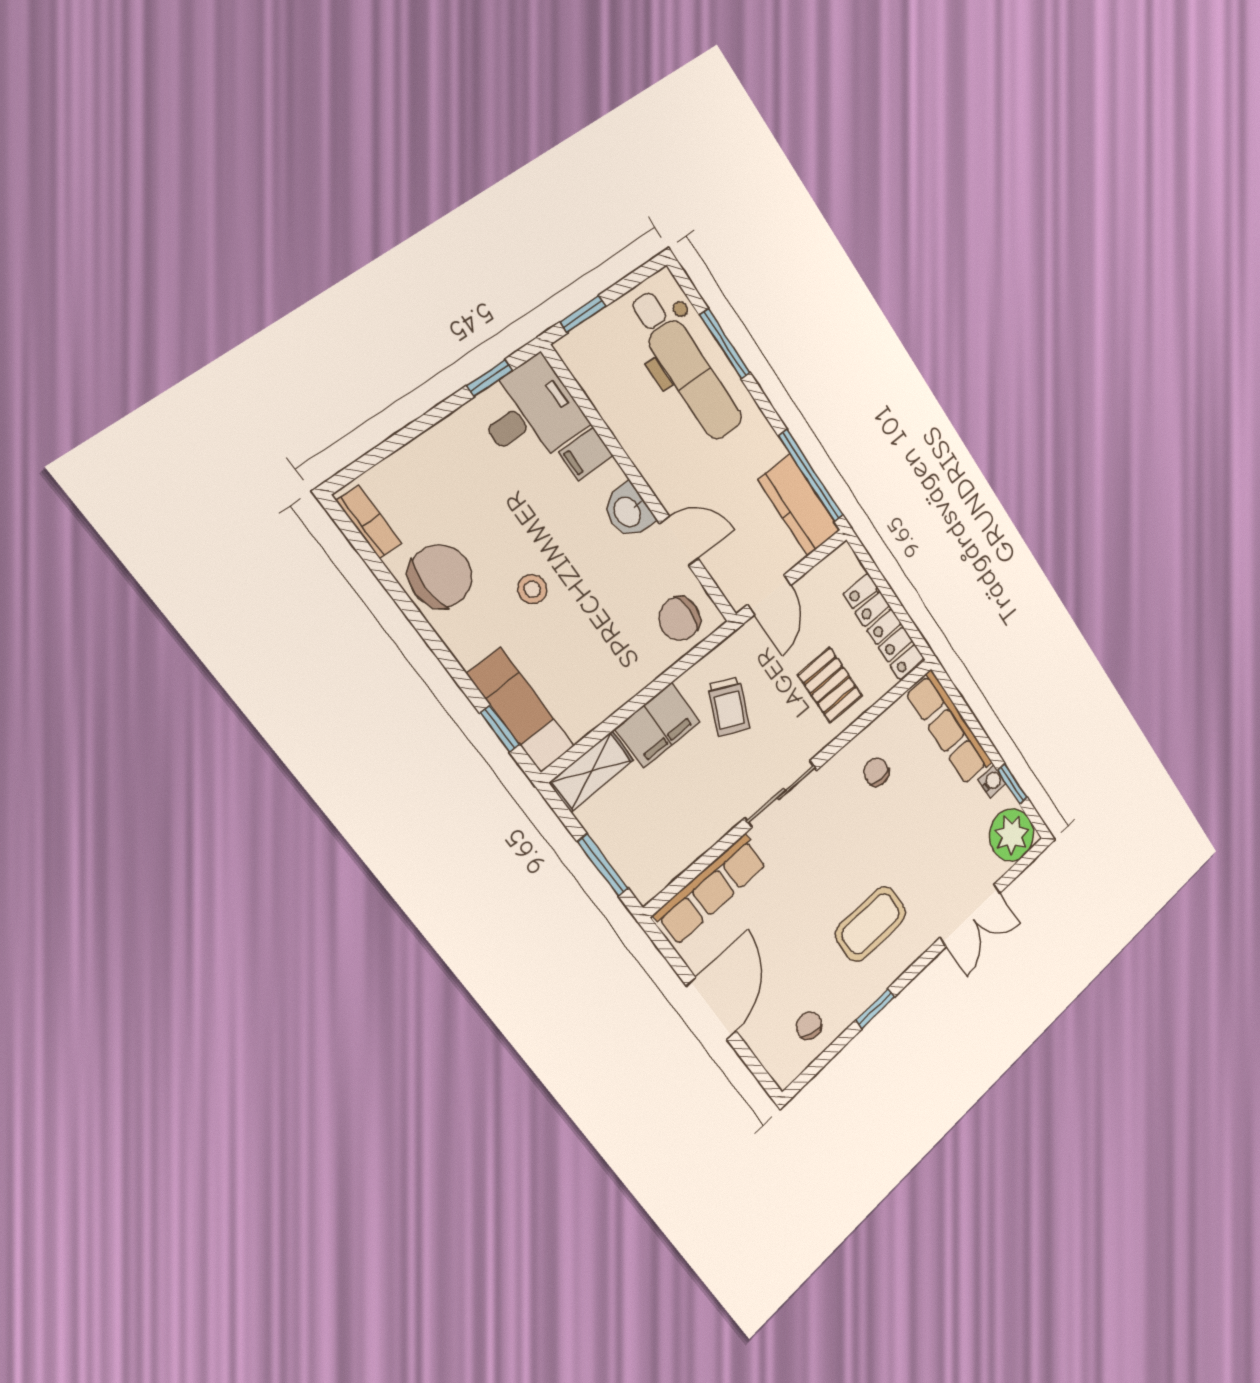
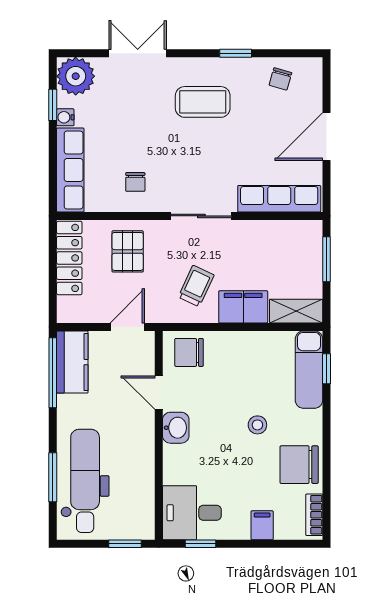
filing cabinet: (586, 454) -> (262, 525), moved, turned -90
chair: (680, 619) -> (189, 352), turned 180

